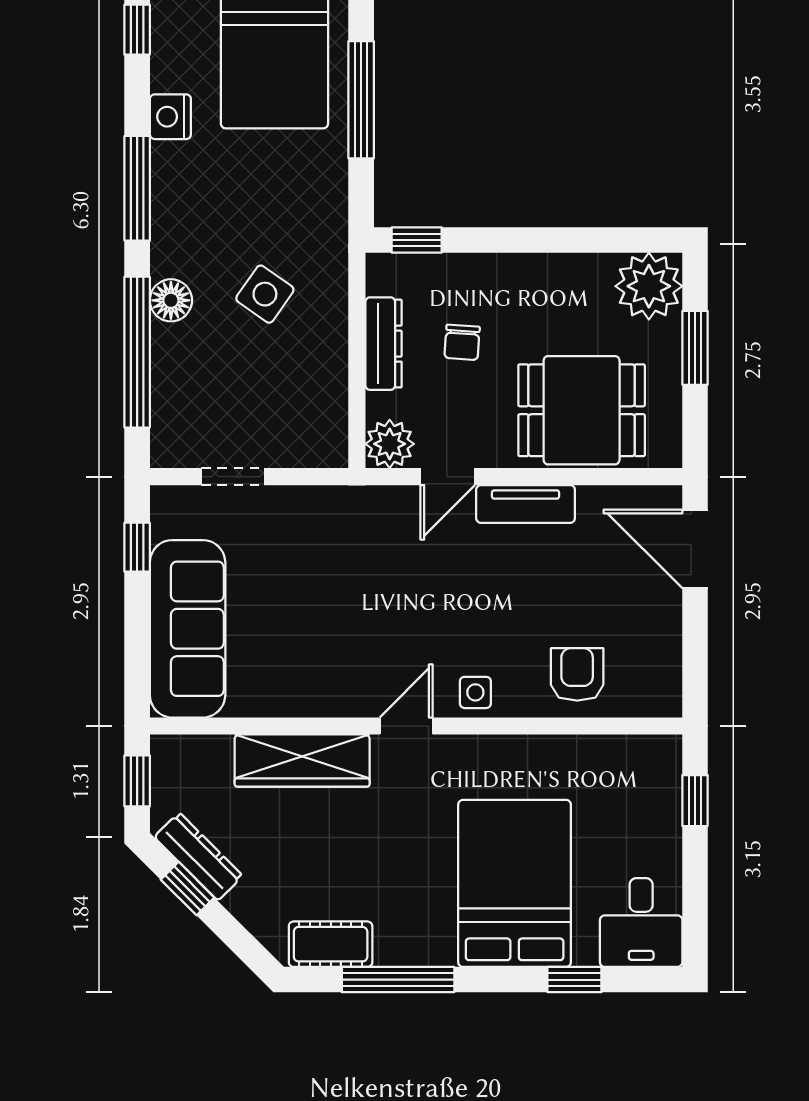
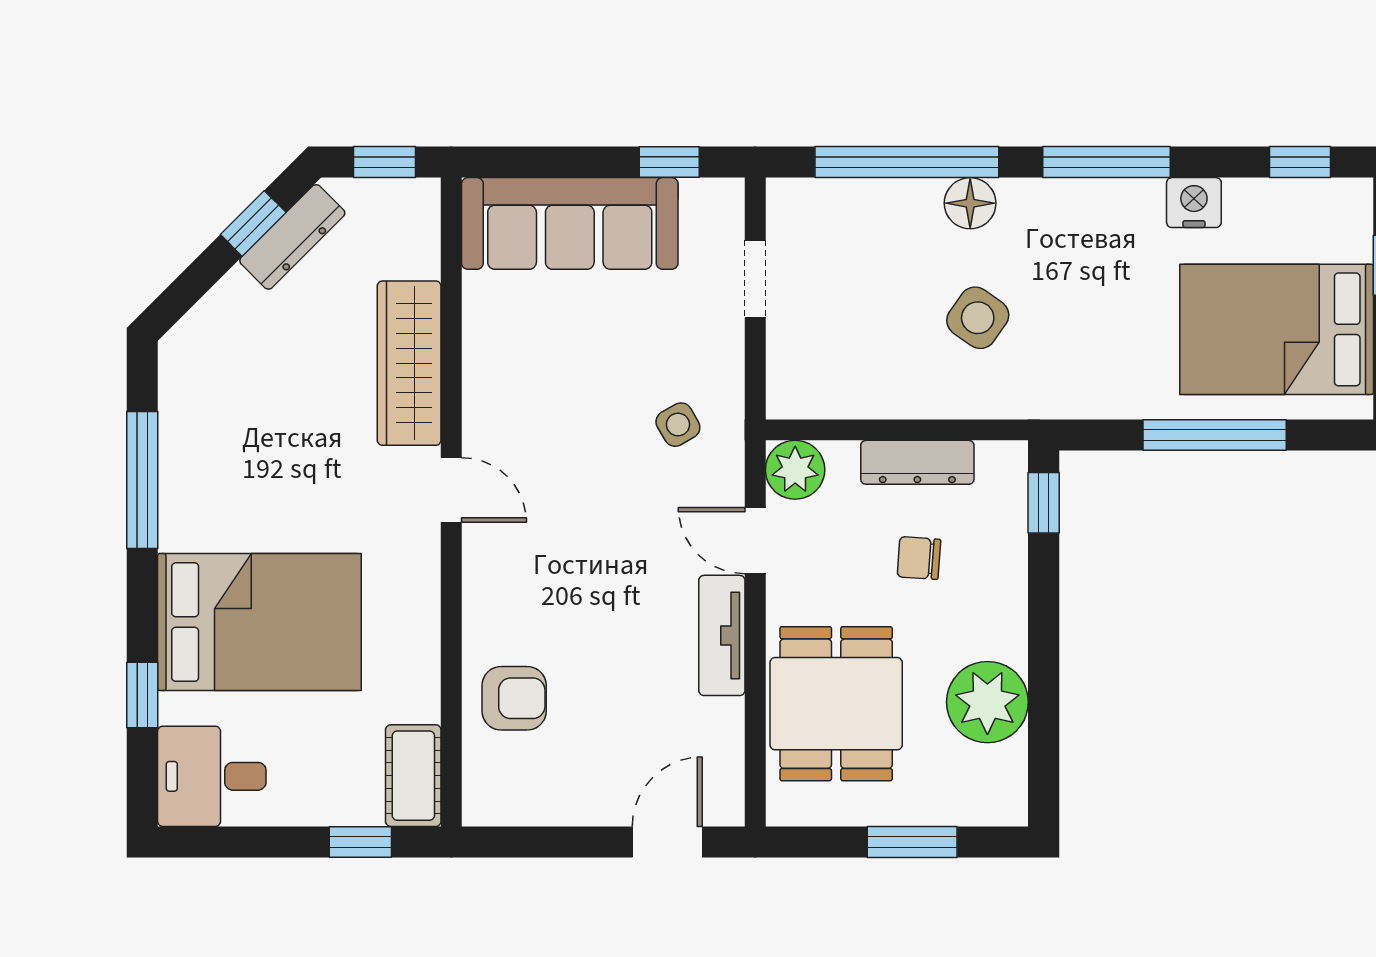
plant: (649, 286) -> (987, 702), moved
door: (695, 549) -> (667, 842), width x0.73
side table: (475, 692) -> (678, 425), moved, turned -30
cot: (331, 944) -> (413, 776), moved

